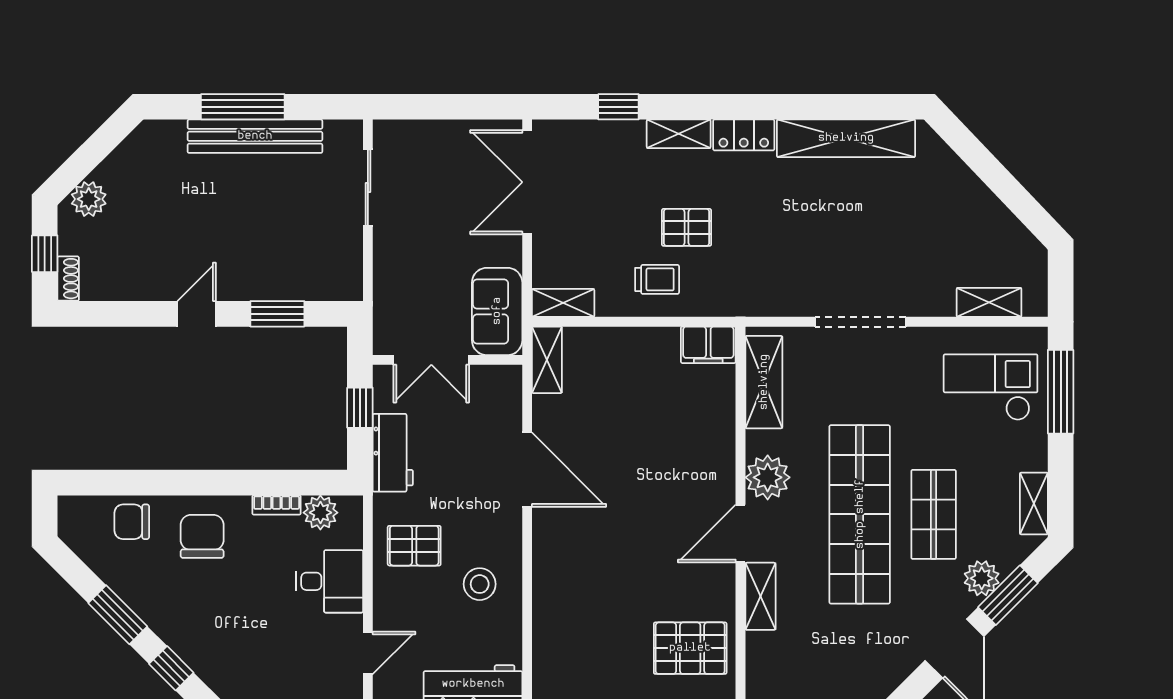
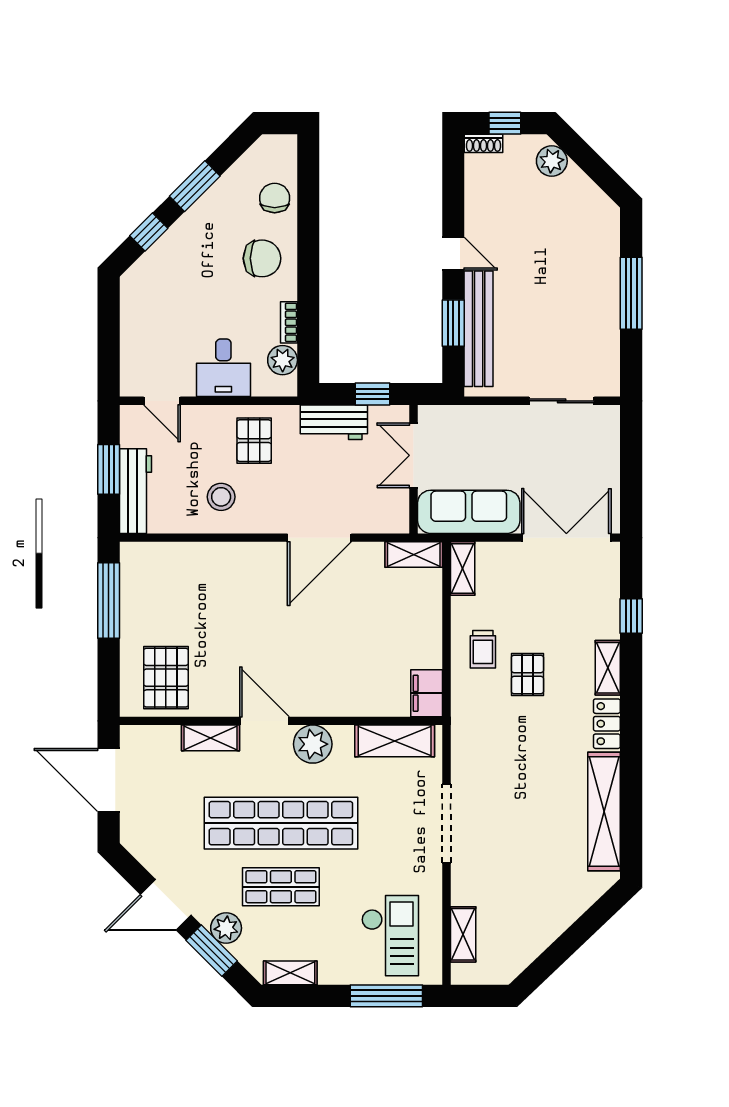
bench: (255, 136) -> (479, 329), moved
sofa: (497, 311) -> (469, 512), width x1.36

